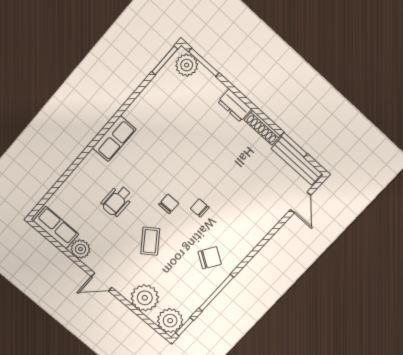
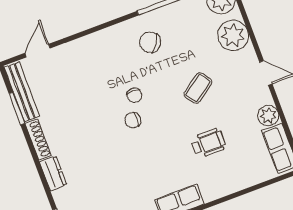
chair: (169, 204) -> (133, 120), moved

